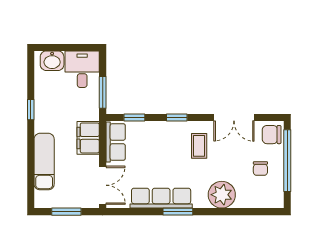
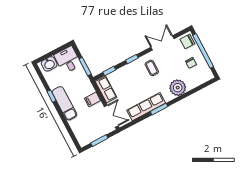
double door: (234, 118) -> (162, 43), swing flipped
filing cabinet: (88, 138) -> (93, 99), width x0.50
exam couch: (44, 162) -> (64, 103), moved

